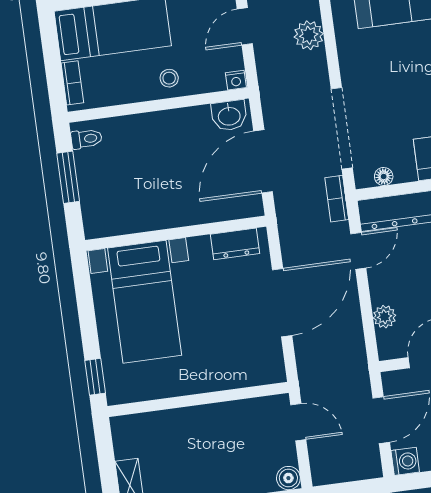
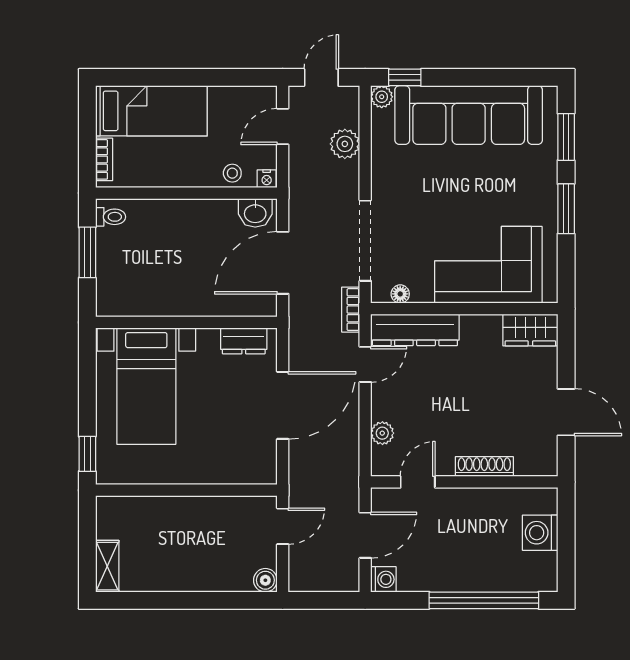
stool: (169, 78) -> (232, 173), moved
door: (298, 422) -> (283, 526), hinge flipped

